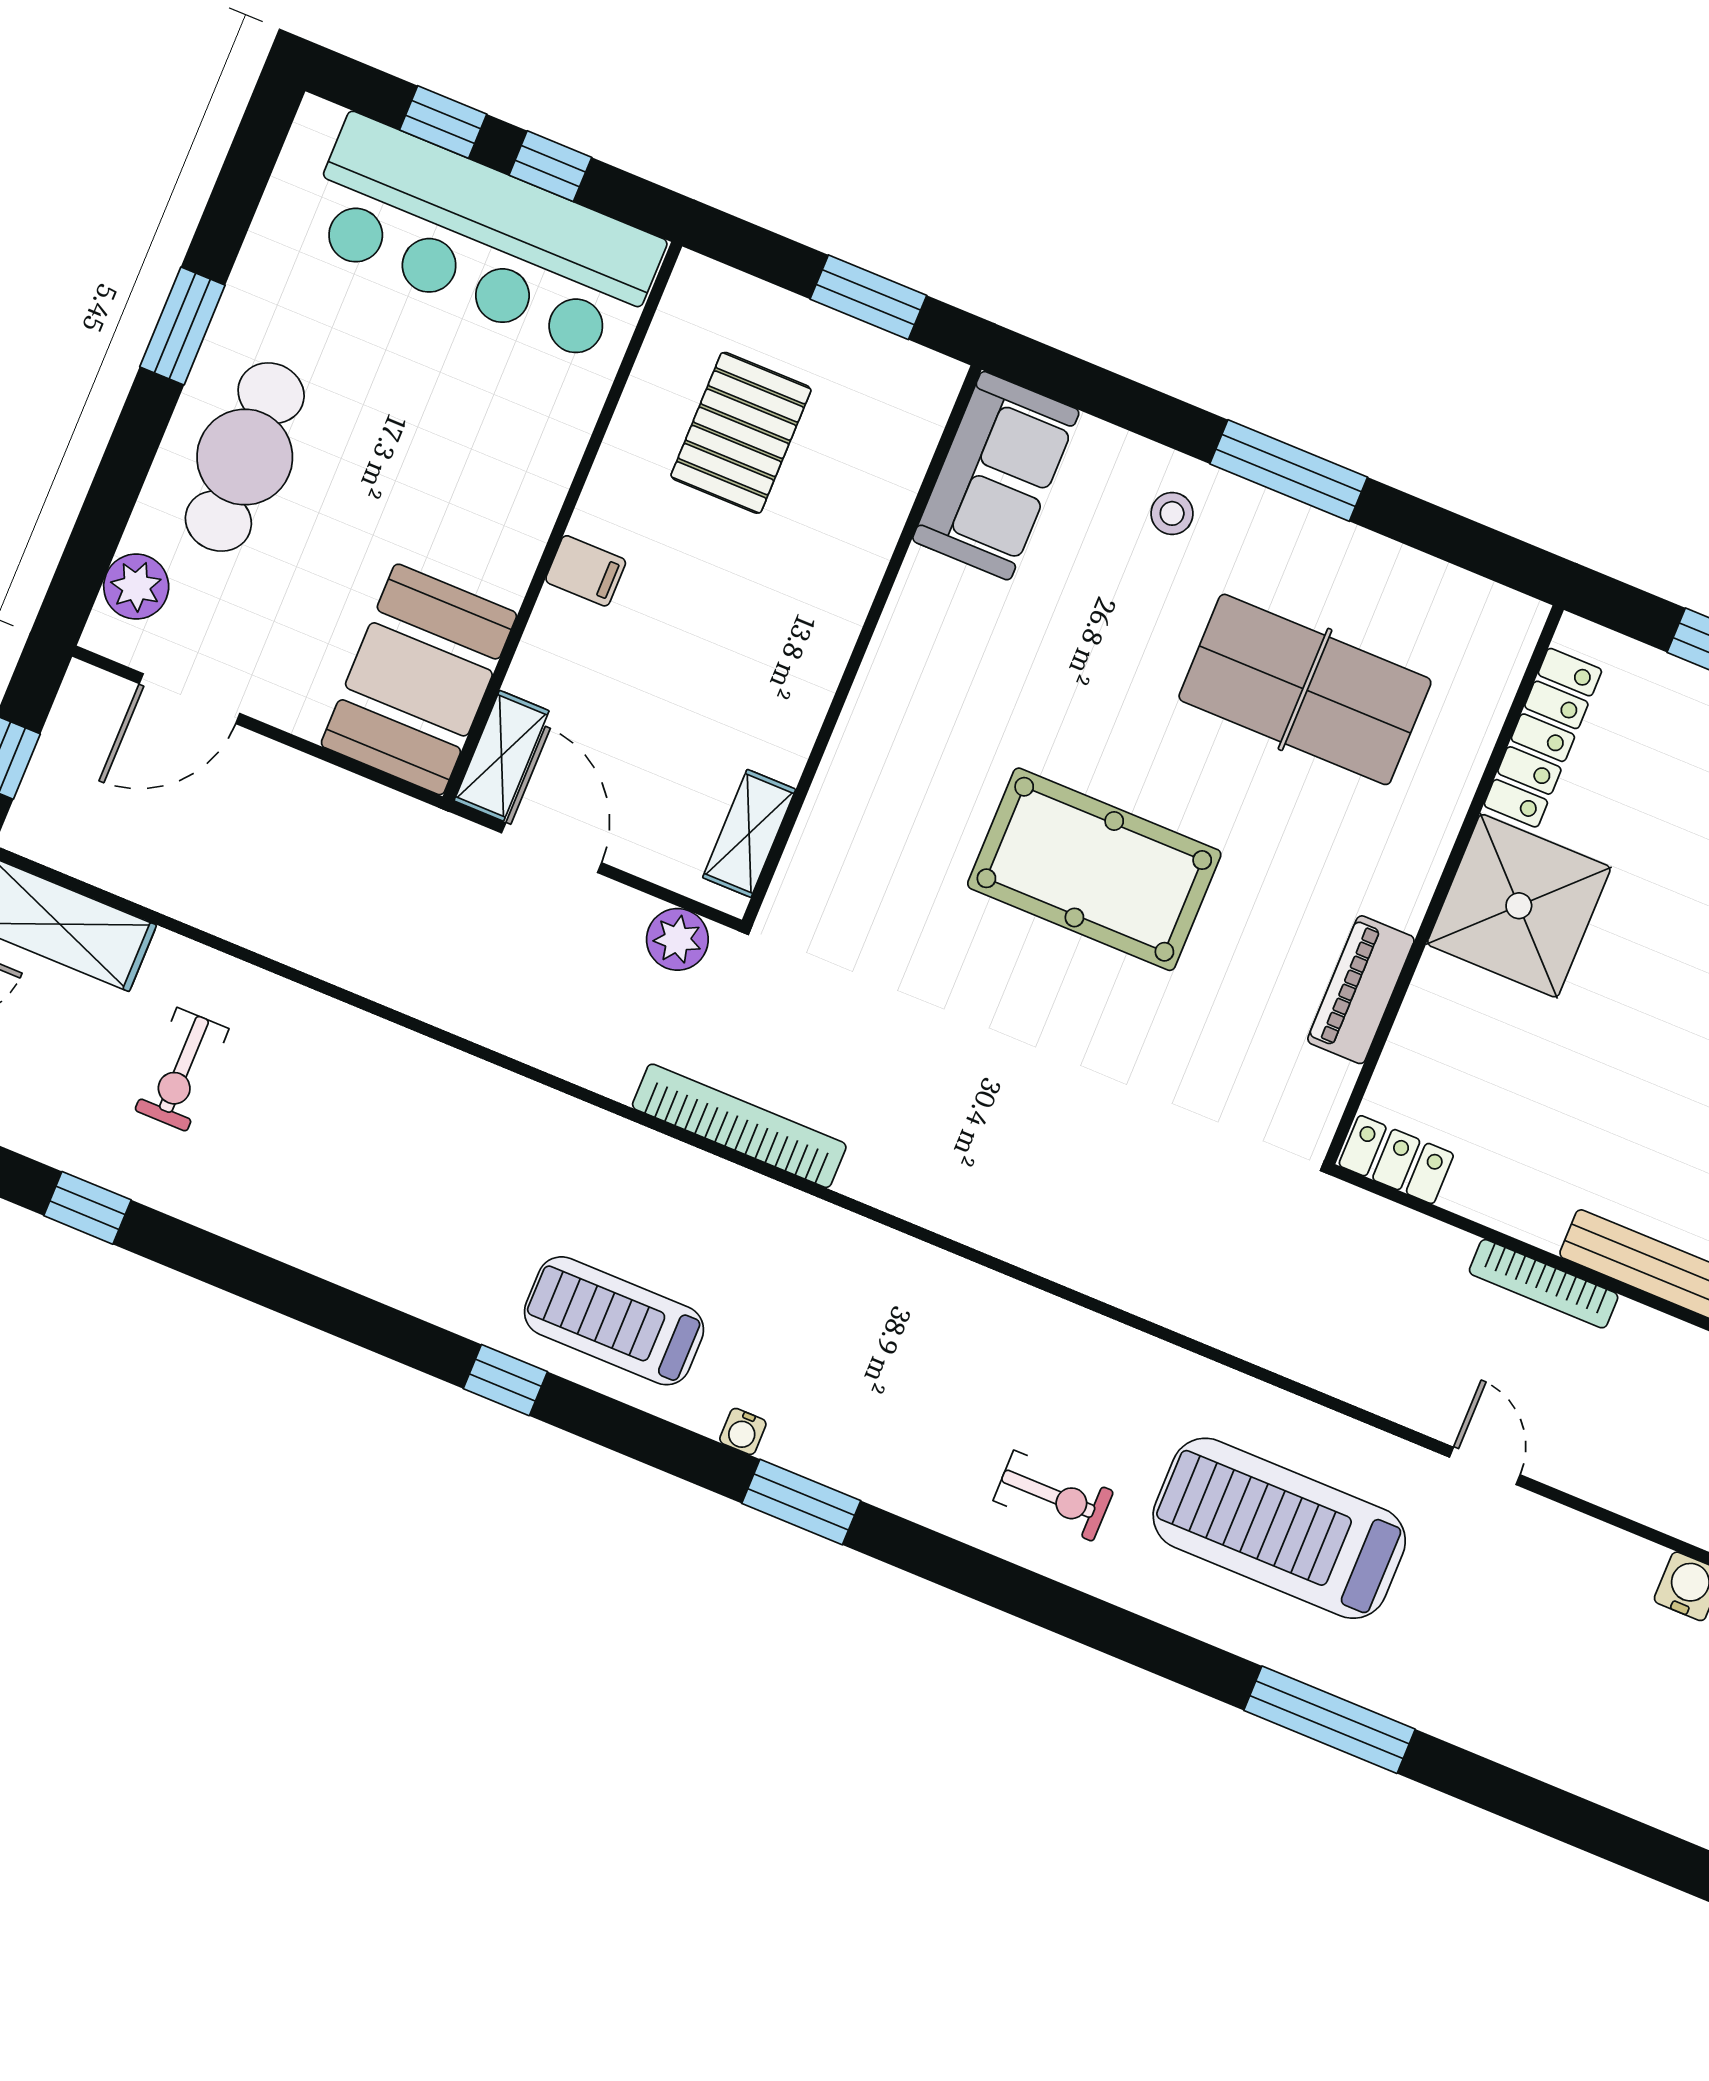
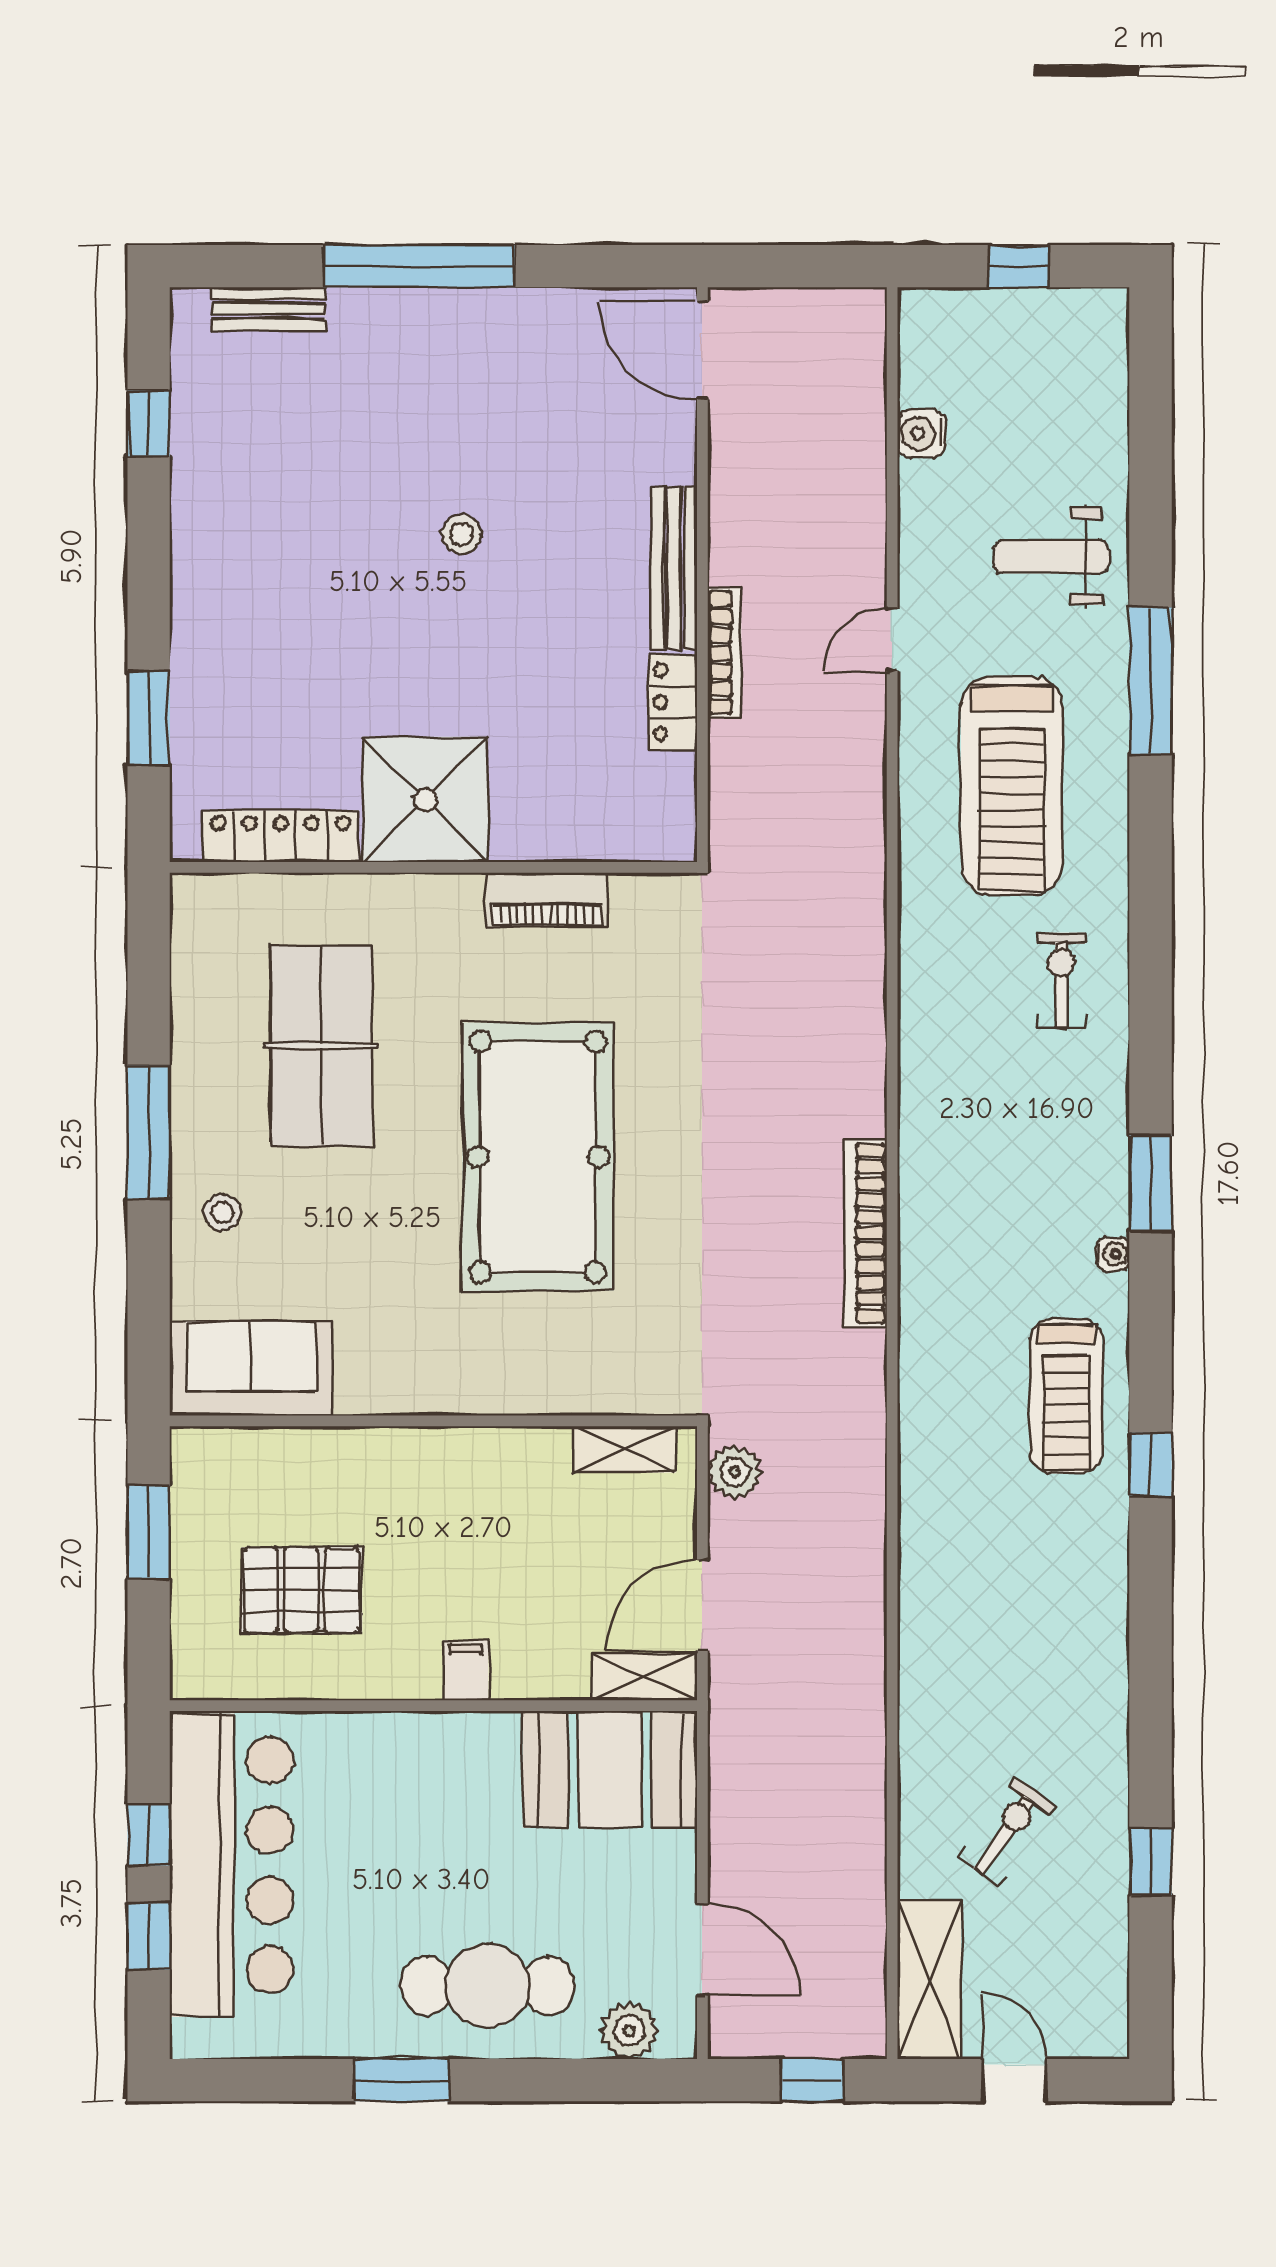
pool table: (1094, 869) -> (538, 1157), width x1.36, depth x1.32
exercise bike: (182, 1070) -> (1007, 1831), turned -55
bookcase: (739, 1126) -> (865, 1233), moved
locker: (1396, 1160) -> (673, 702), moved
weight bench: (1503, 1669) -> (1051, 556), added

